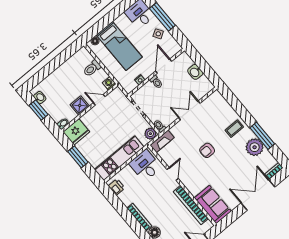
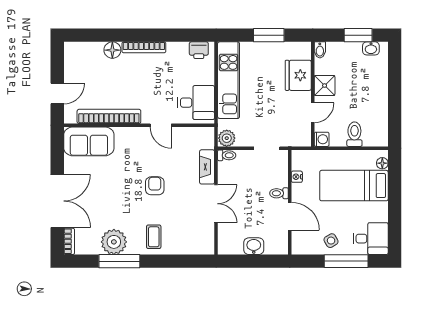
fridge: (76, 132) -> (298, 75), moved
fireplace: (162, 141) -> (207, 167), moved

